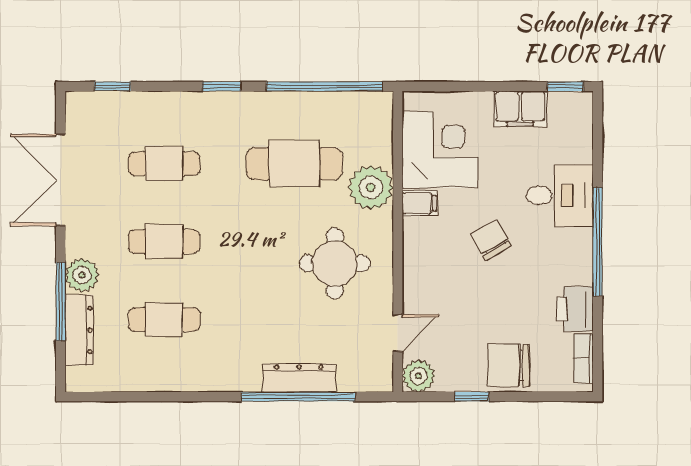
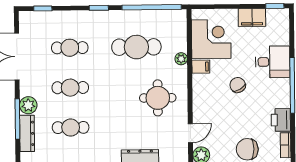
plant: (371, 188) -> (181, 59), width x0.53, depth x0.53

